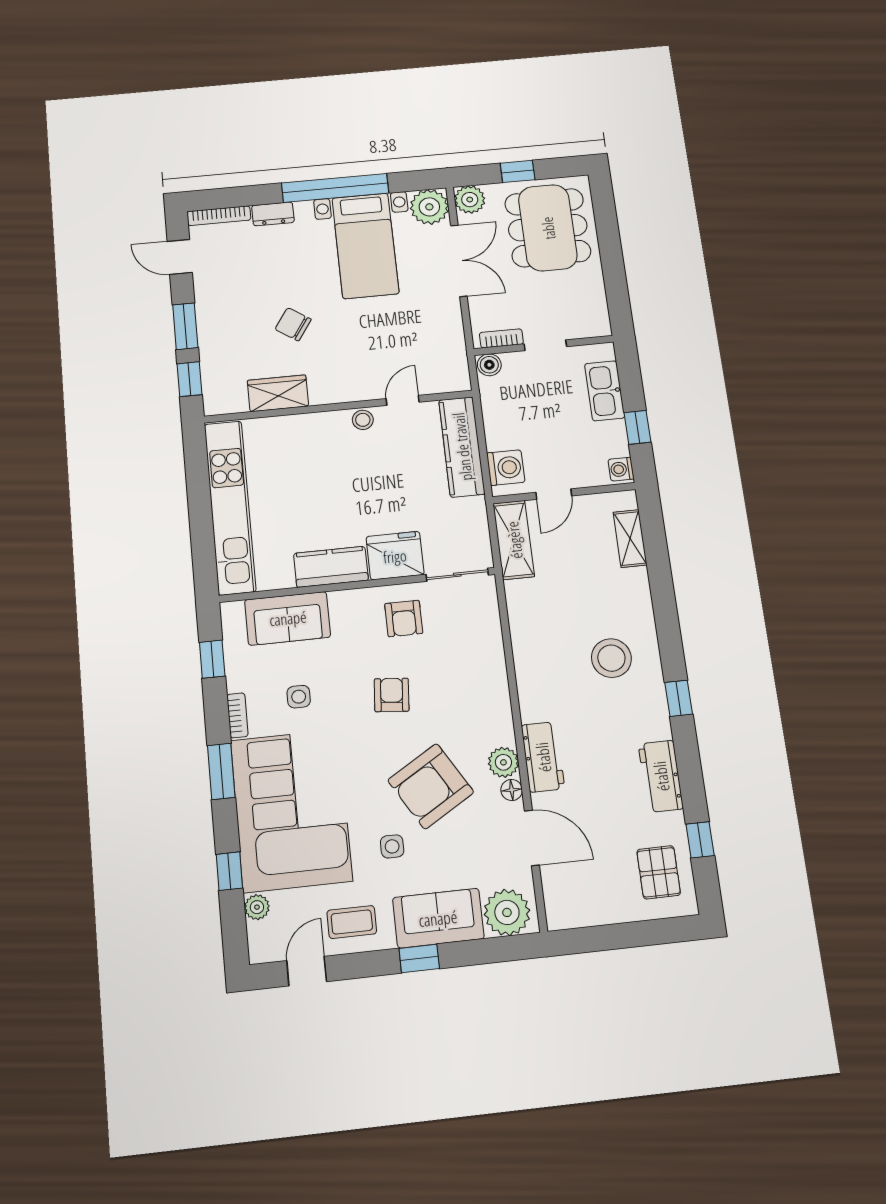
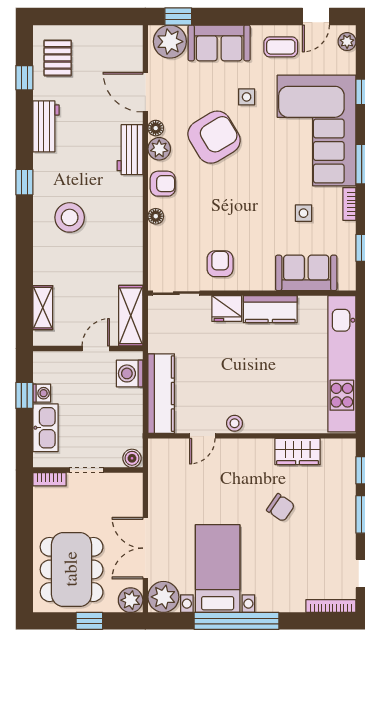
dresser: (273, 214) -> (288, 603), removed
bookcase: (501, 338) -> (50, 479), moved
washing machine: (621, 469) -> (42, 393), moved
fridge: (395, 556) -> (227, 309), width x0.73, depth x0.75
floor lamp: (497, 672) -> (156, 216), added
armchair: (392, 695) -> (163, 184), moved, turned -95
plant: (257, 907) -> (347, 42), moved
window: (419, 958) -> (178, 16), moved

